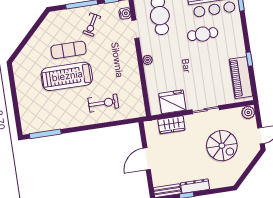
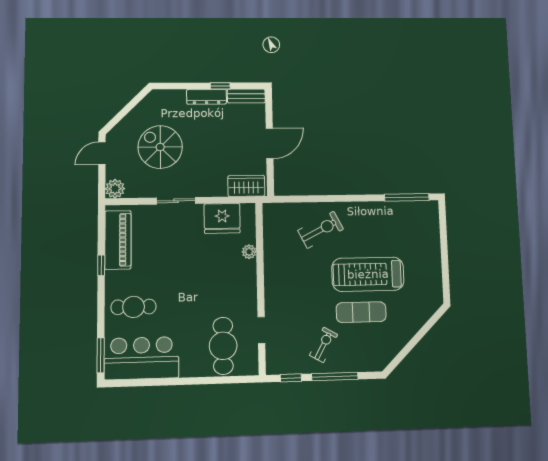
water cooler: (125, 13) -> (273, 355), removed
cafe table: (203, 34) -> (134, 307), moved
plant: (148, 60) -> (249, 252), moved
treadmill: (67, 76) -> (368, 274), turned 180
exercise bike: (103, 103) -> (321, 230), turned 153
wardrobe: (171, 125) -> (246, 186), moved

